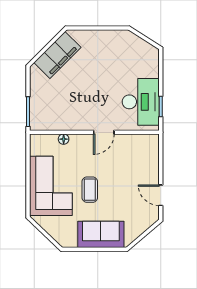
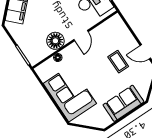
floor lamp: (73, 120) -> (55, 41), added
coffee table: (90, 190) -> (118, 62), moved

